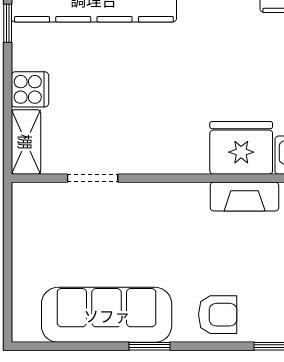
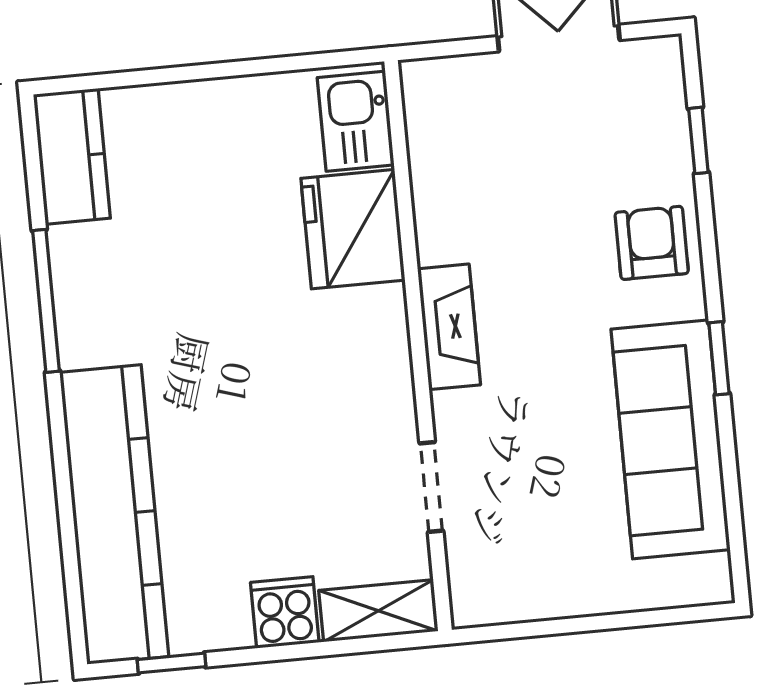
fireplace: (245, 197) -> (449, 327), moved

